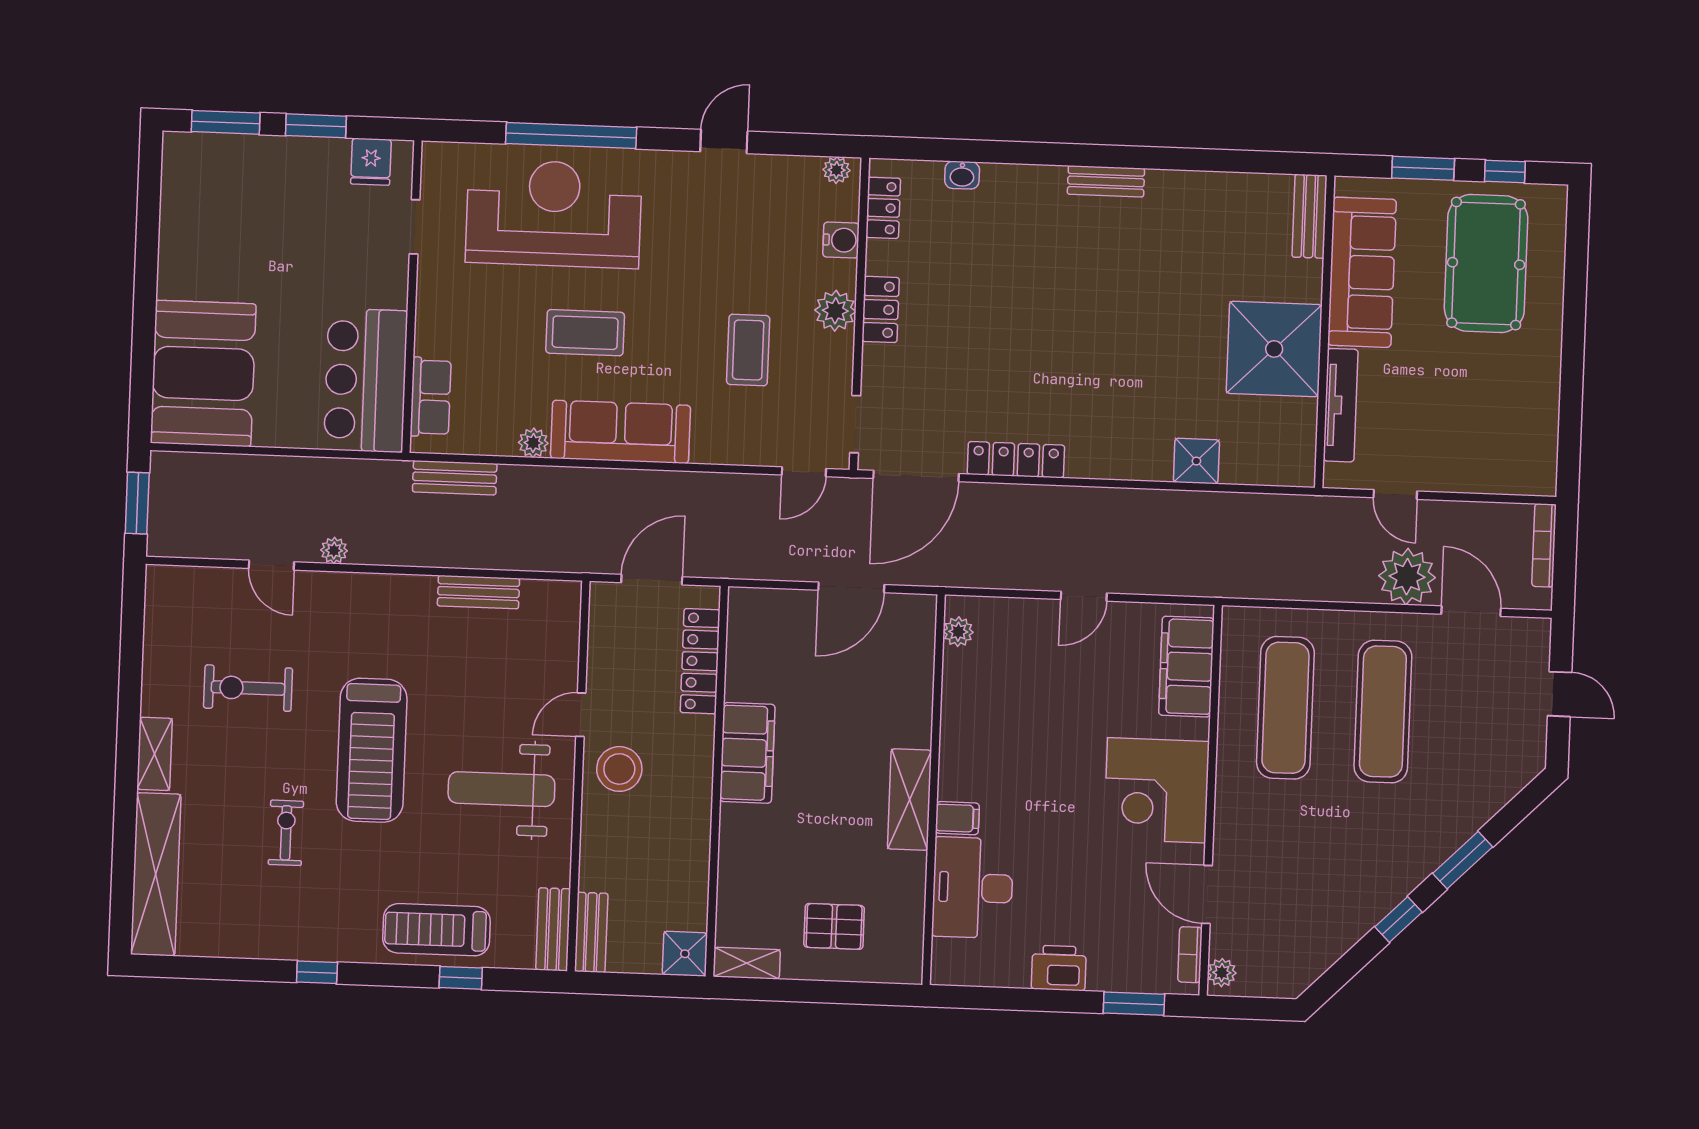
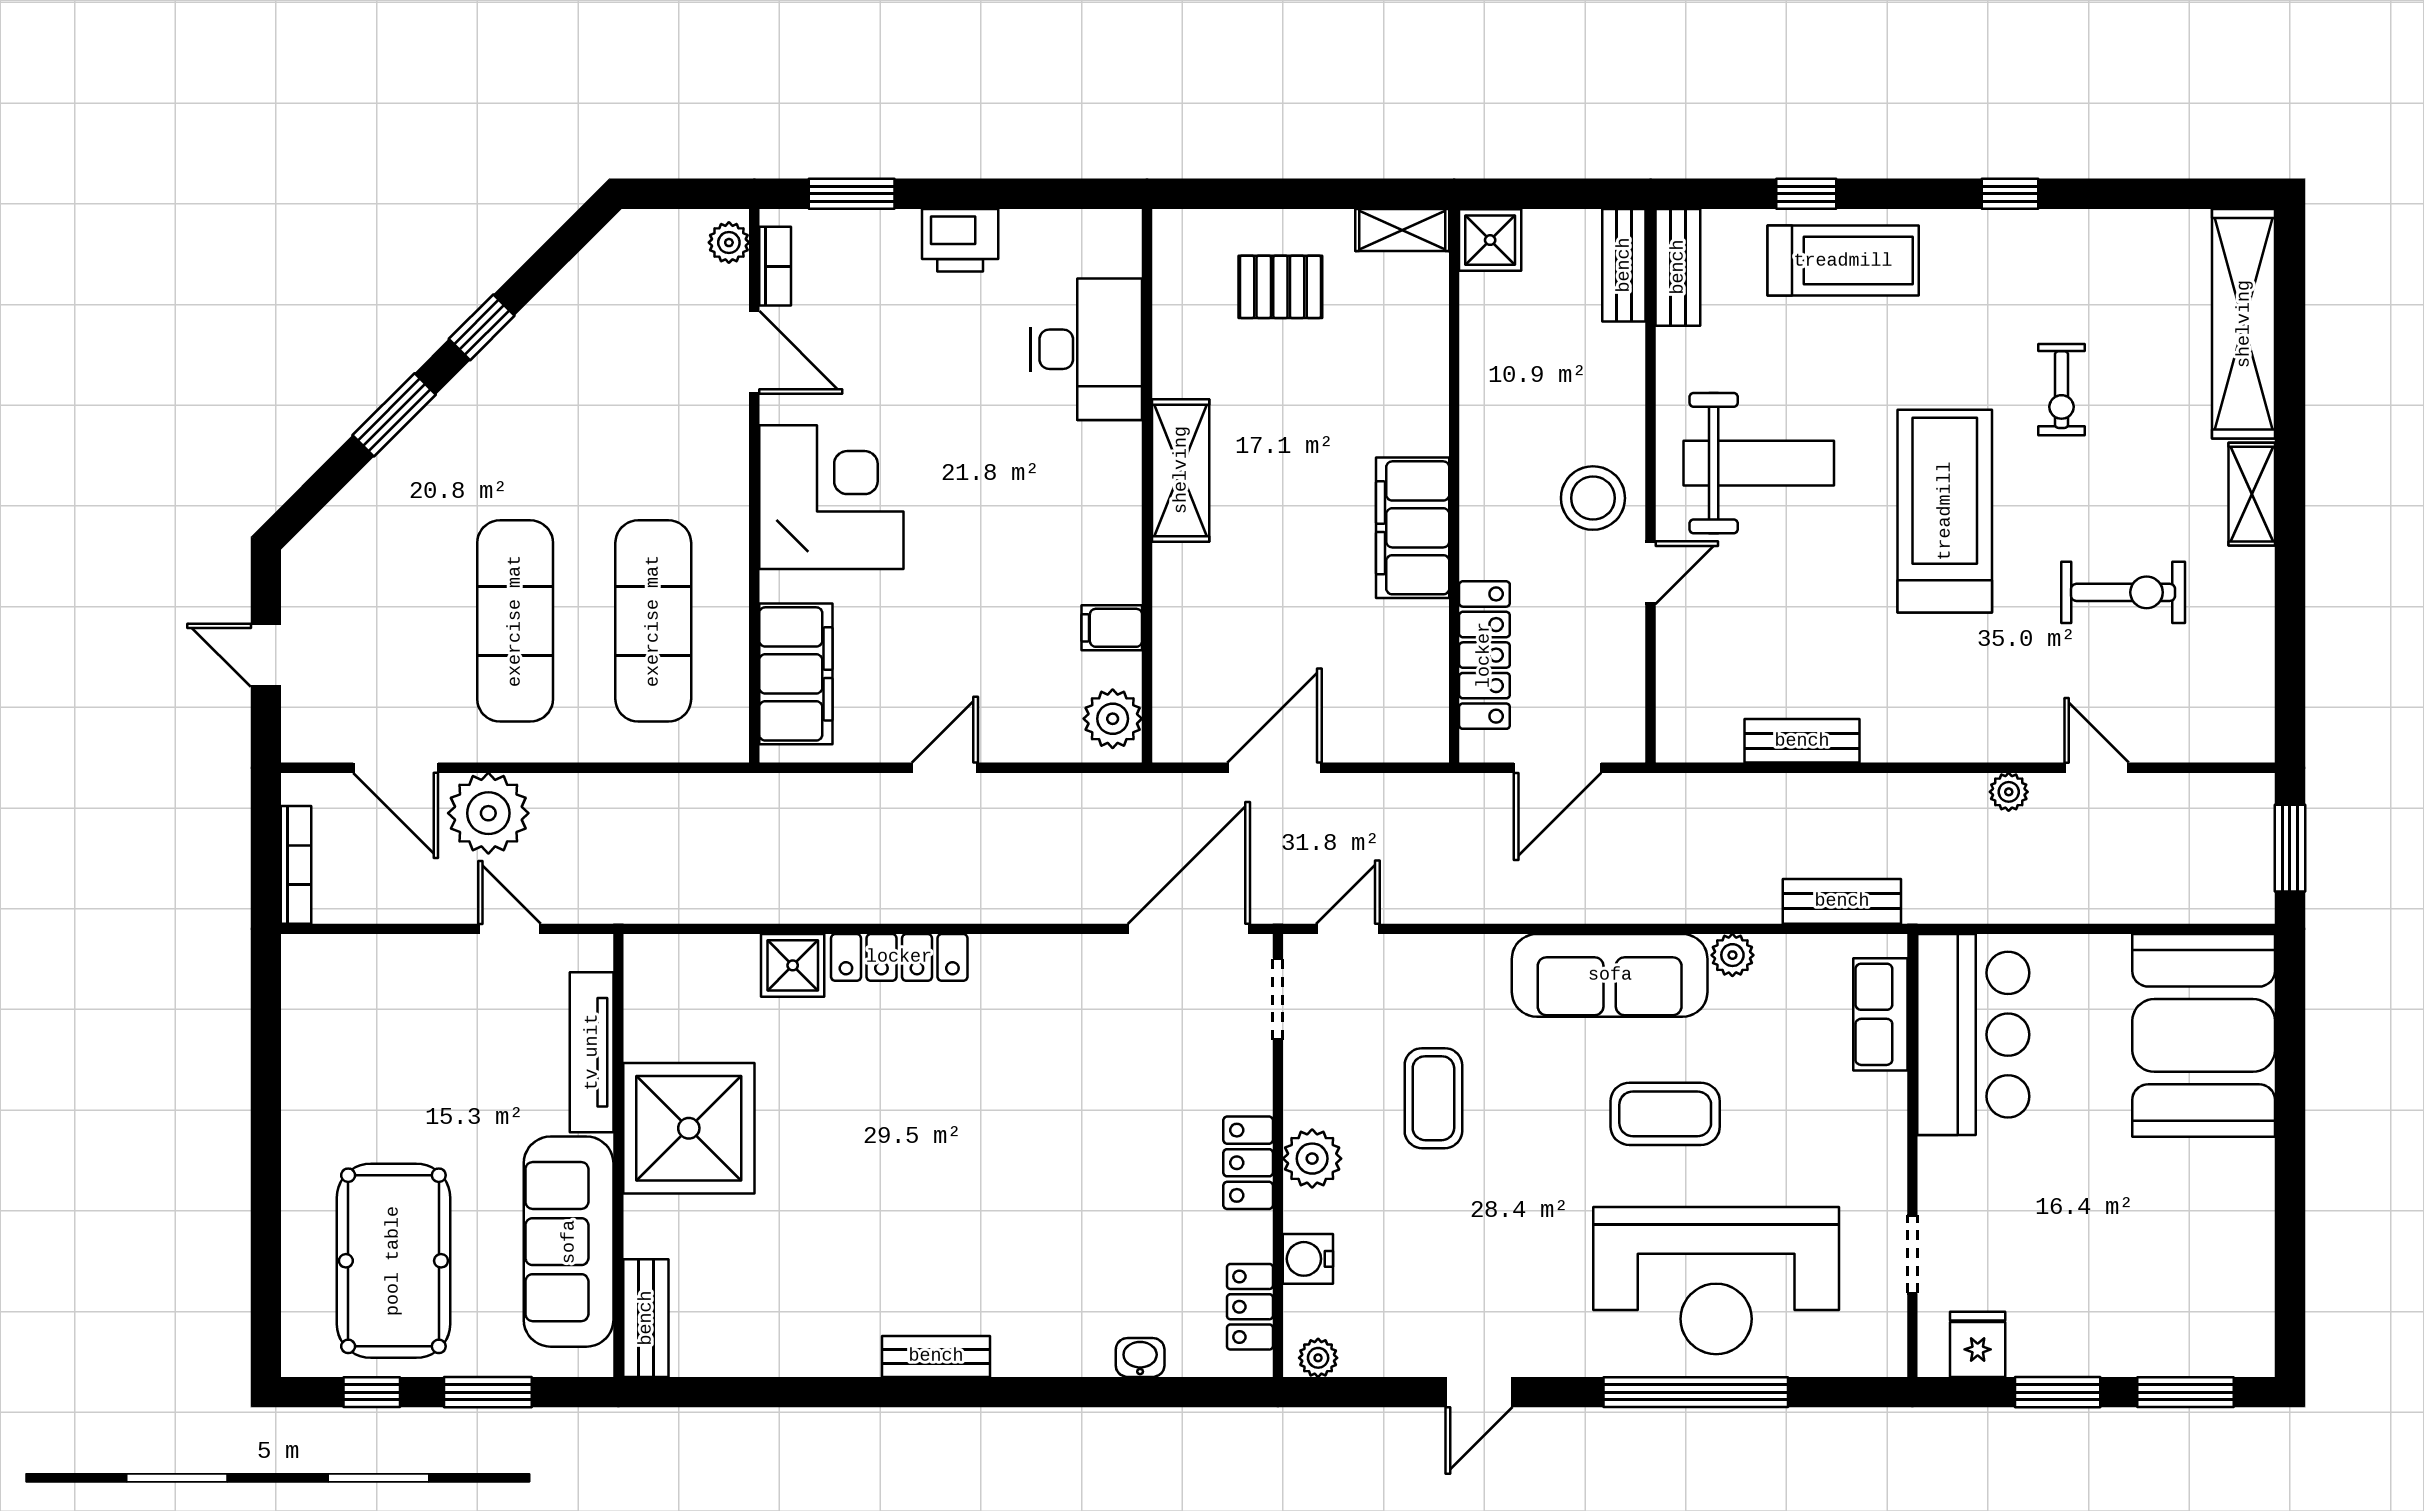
locker: (1016, 460) -> (899, 957), moved
plant: (958, 632) -> (1113, 719), width x1.38, depth x1.38
filing cabinet: (957, 818) -> (1112, 628), moved

